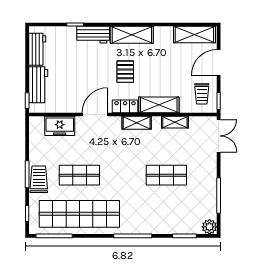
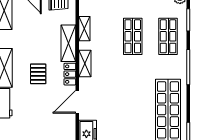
pallet: (125, 72) -> (38, 74), turned 90
door: (95, 114) -> (77, 102), hinge flipped
shop shelf: (79, 175) -> (168, 36), moved

